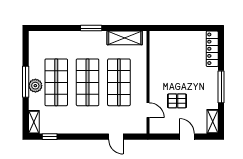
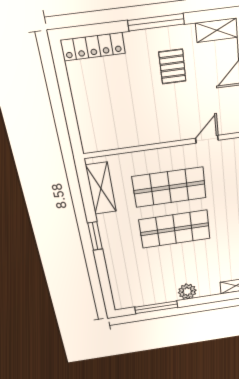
window: (26, 82) -> (156, 307), moved
shop shelf: (56, 82) -> (180, 268), removed
pallet: (177, 101) -> (172, 67), moved

